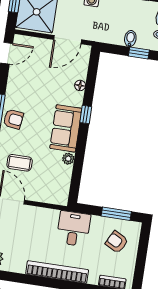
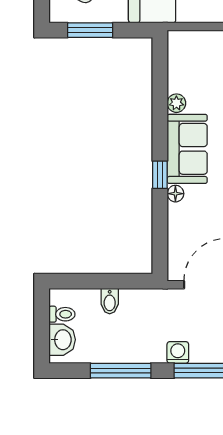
window: (139, 53) -> (93, 281), removed
floor lamp: (80, 85) -> (175, 194), moved

